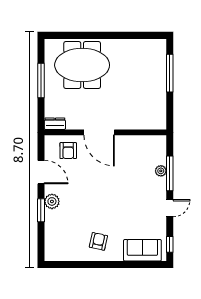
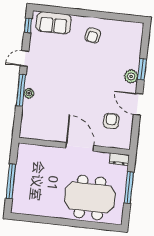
dresser: (55, 124) -> (119, 159), moved
door: (99, 132) -> (80, 147), moved
wall: (105, 132) -> (74, 146), moved

